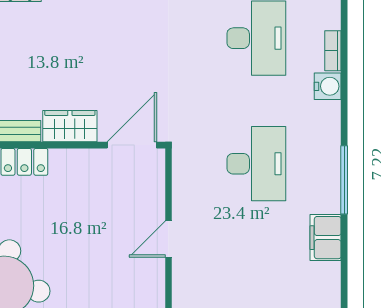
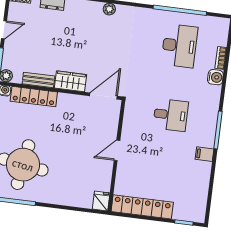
desk: (256, 164) -> (171, 115), width x0.73
filing cabinet: (326, 238) -> (205, 154), width x0.50

